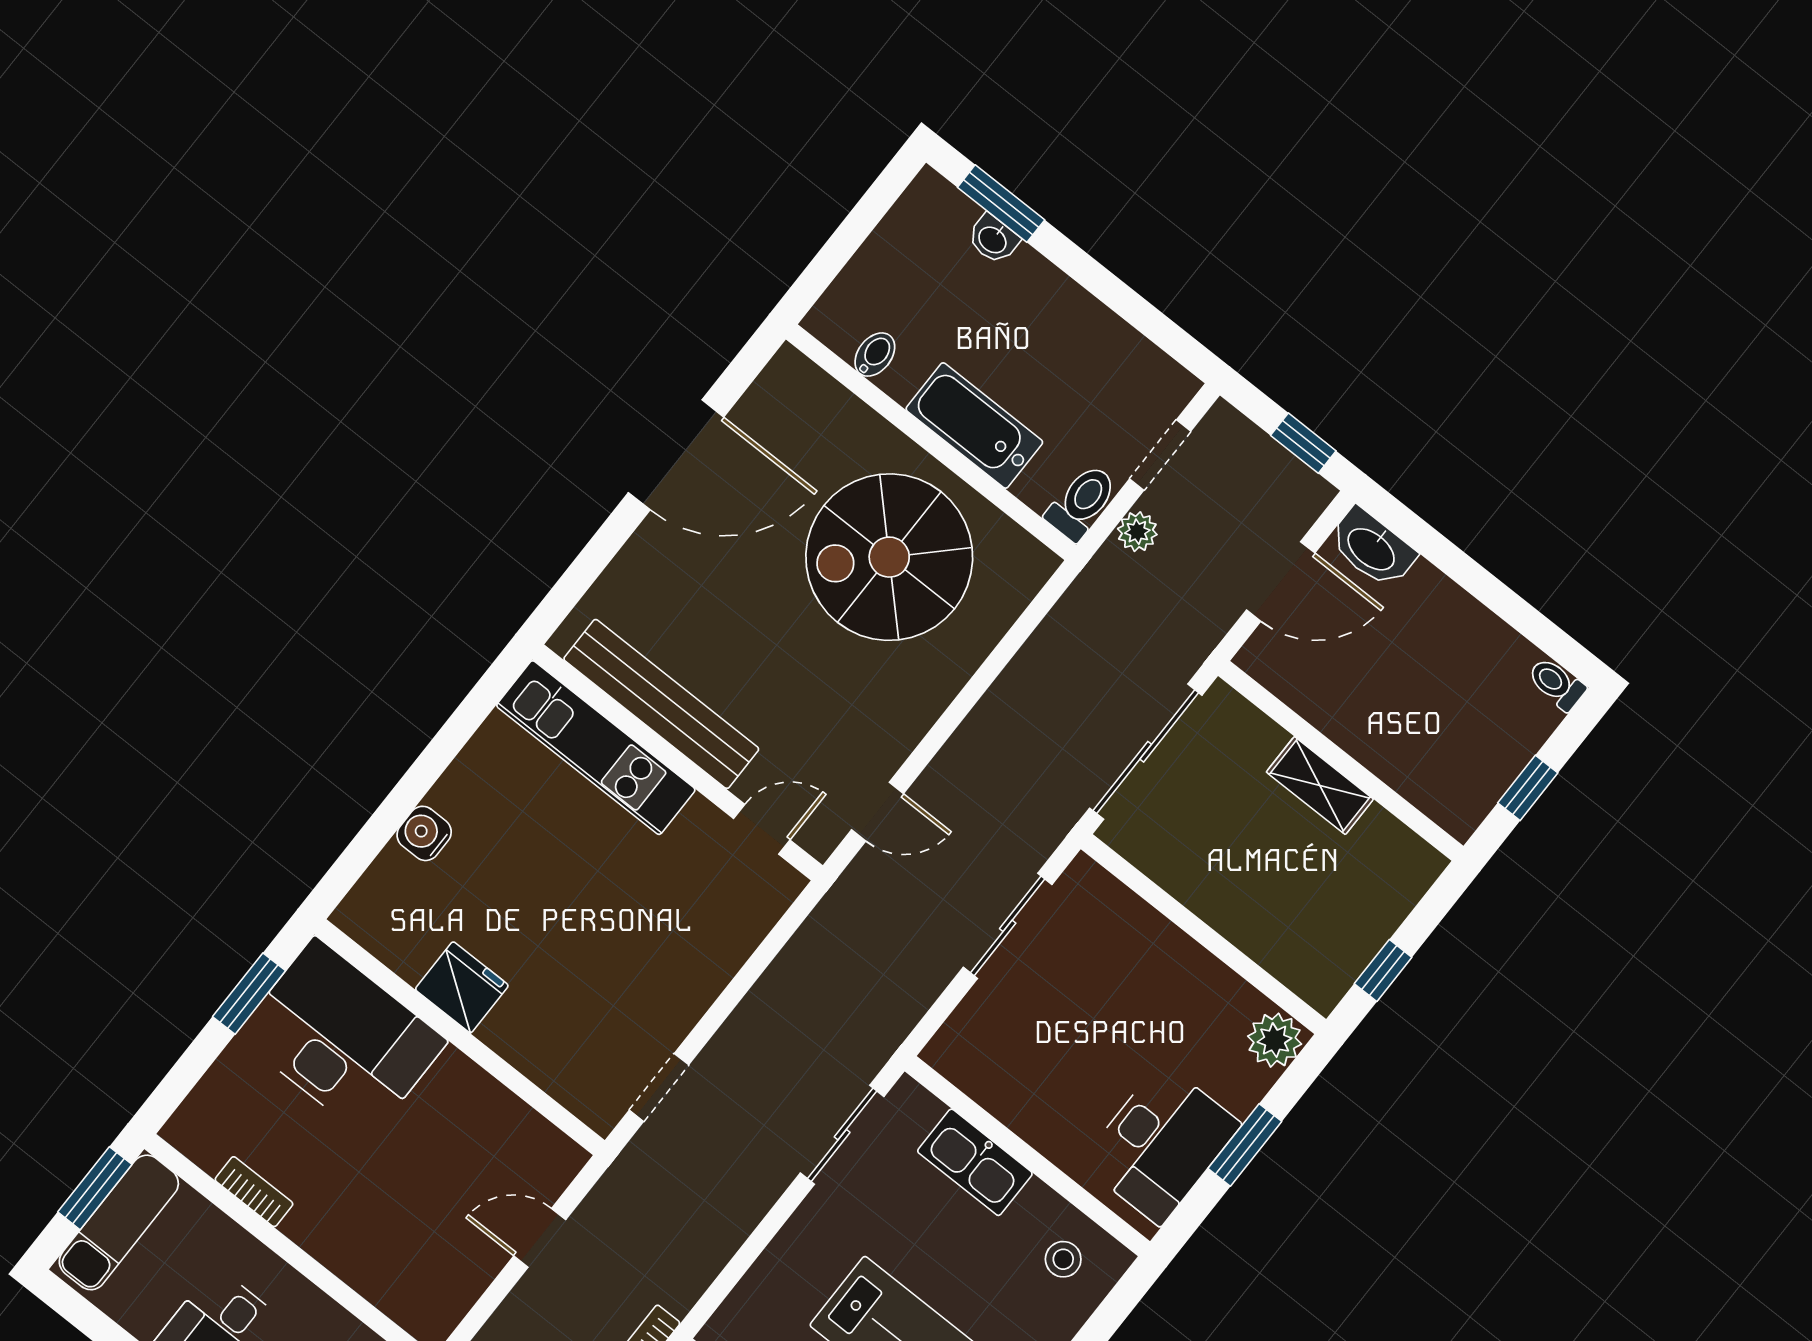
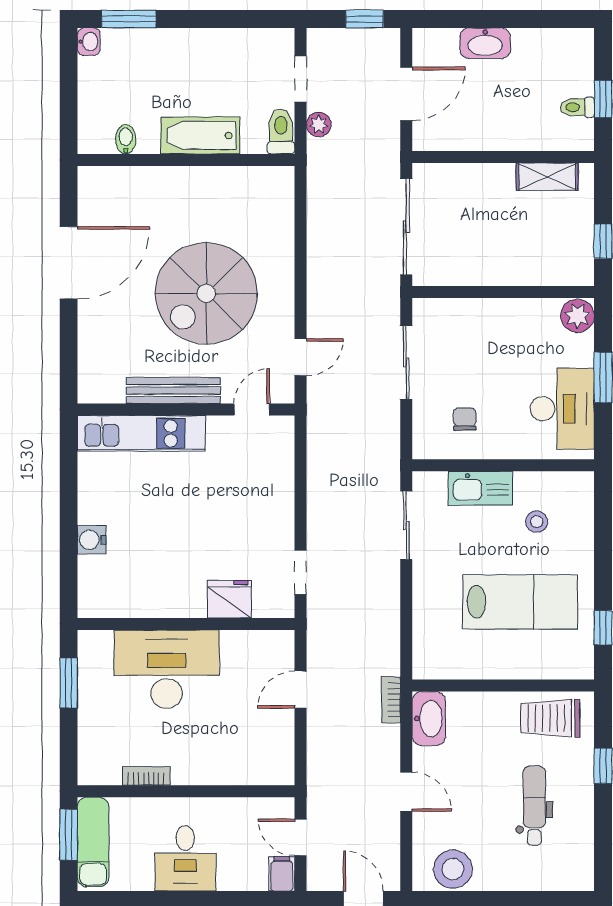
washbasin: (993, 239) -> (89, 42), moved, turned -90
washbasin: (1372, 548) -> (485, 43), moved
spiral stairs: (889, 557) -> (206, 293), moved
toilet: (1557, 684) -> (577, 107), moved
bench: (661, 704) -> (173, 390), width x0.73, depth x0.82
shelving: (1320, 786) -> (547, 177), moved
fridge: (462, 987) -> (229, 599), moved
desk: (342, 1038) -> (167, 669), moved
chair: (1025, 1058) -> (465, 419), added
stool: (1063, 1259) -> (537, 522), moved

